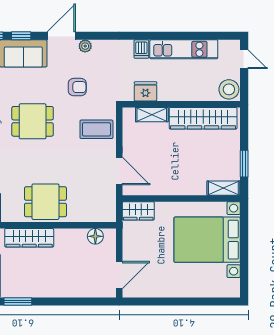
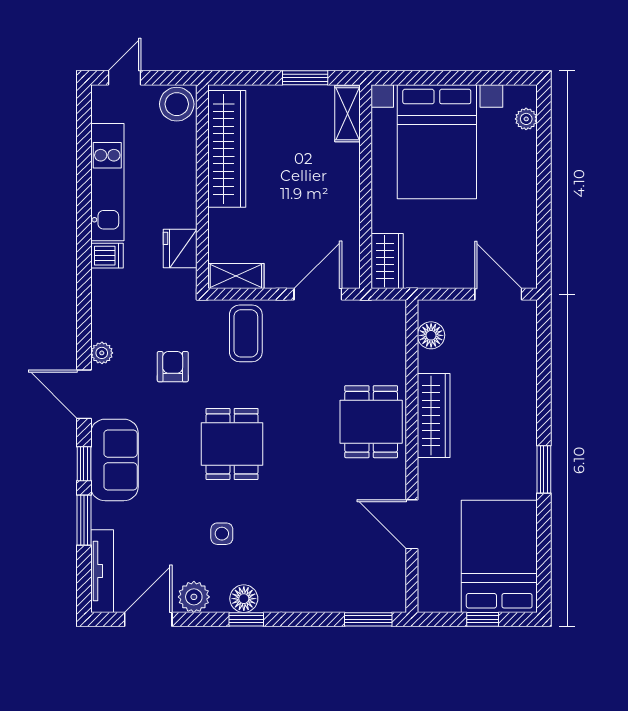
shelving: (152, 115) -> (236, 276), moved, turned 90
wardrobe: (29, 238) -> (434, 416), moved
plant: (220, 291) -> (526, 119), added

